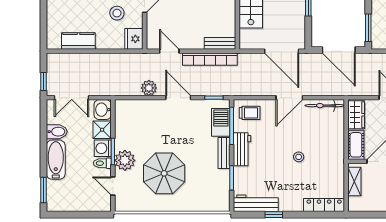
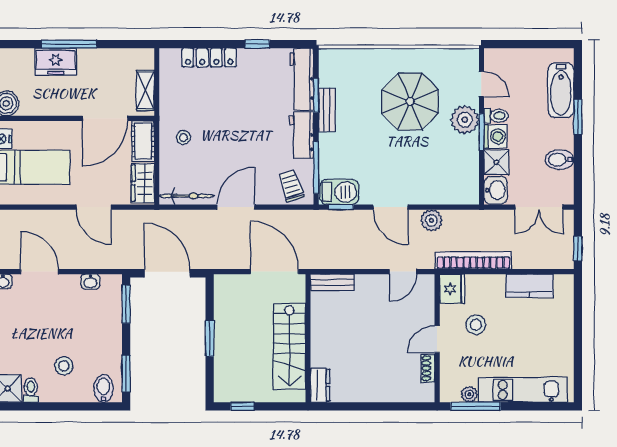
door: (169, 51) -> (403, 272), hinge flipped
door: (282, 51) -> (274, 272), moved
bookcase: (210, 59) -> (473, 261), moved
window: (44, 82) -> (578, 249), moved
double door: (72, 98) -> (539, 207), swing flipped
trolley: (250, 113) -> (291, 186), turned 72
barbecue: (221, 122) -> (339, 192), moved, turned -90
bench: (224, 153) -> (327, 110), moved
stool: (299, 157) -> (183, 137), moved
bathtub: (56, 160) -> (561, 90), moved
window: (44, 190) -> (578, 117), moved
workbench: (256, 203) -> (302, 79), moved, turned 90
locker: (324, 205) -> (209, 58), moved

